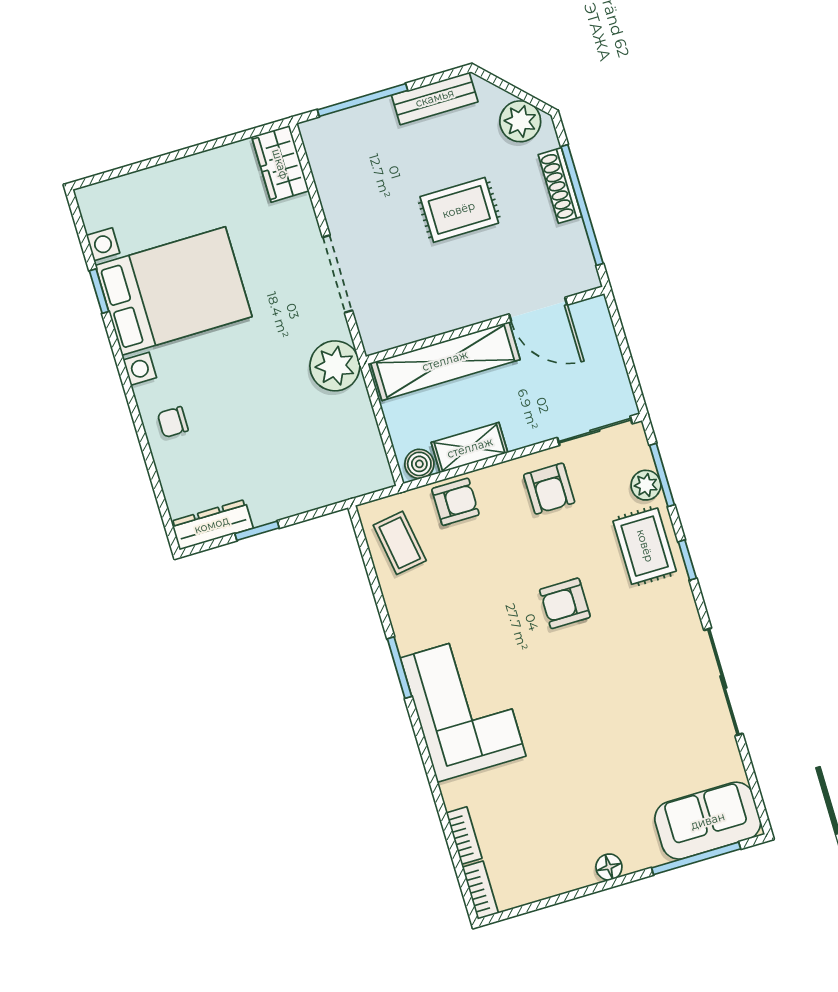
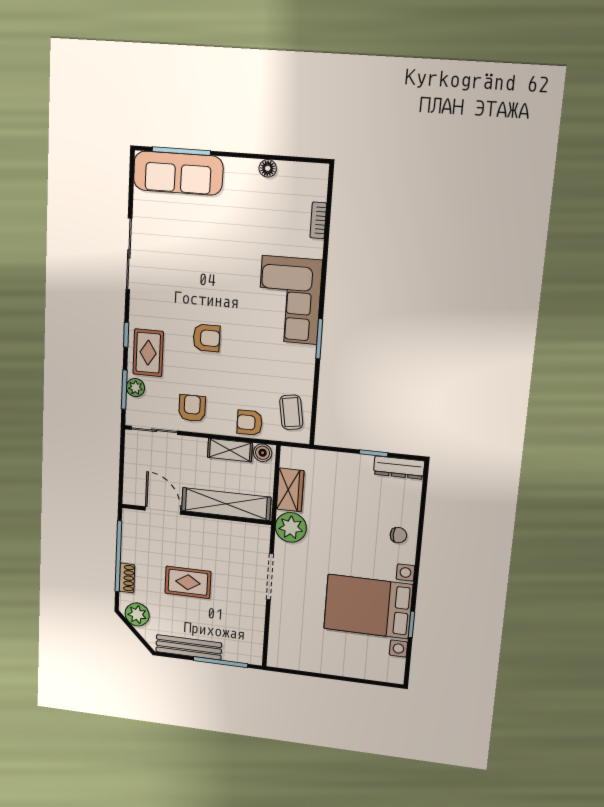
bench: (435, 98) -> (189, 647), width x1.36
wardrobe: (280, 164) -> (290, 490), moved
shoe rack: (560, 186) -> (127, 578), width x0.70
sofa: (708, 821) -> (178, 173), width x1.36
floor lamp: (609, 867) -> (268, 168), moved
bookcase: (480, 890) -> (321, 182), removed

